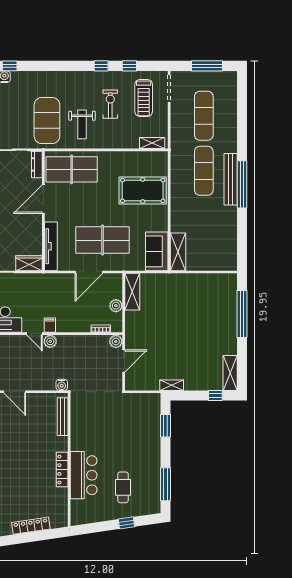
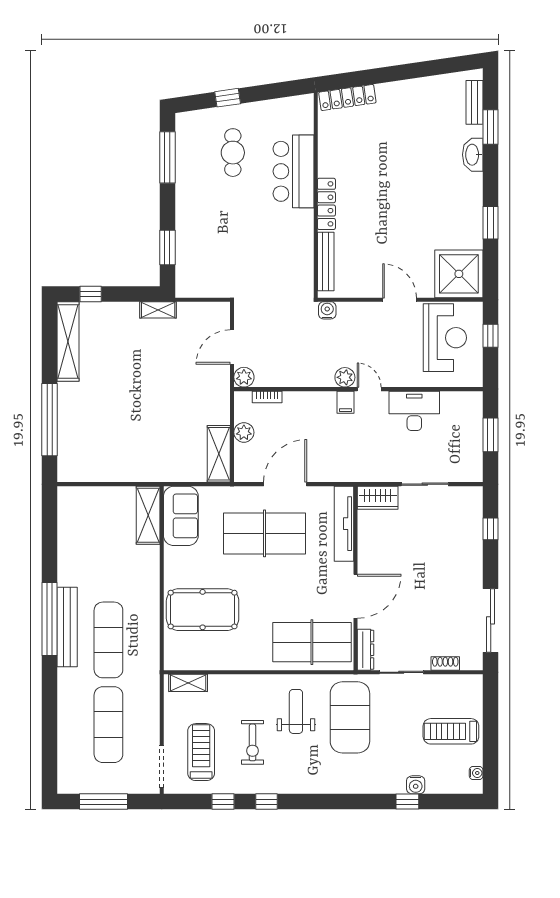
shelving: (230, 373) -> (68, 341), width x1.47
locker: (62, 470) -> (326, 204), moved
locker: (31, 526) -> (347, 97), moved

